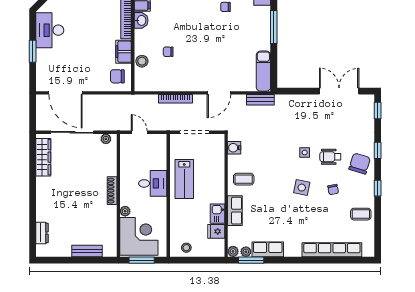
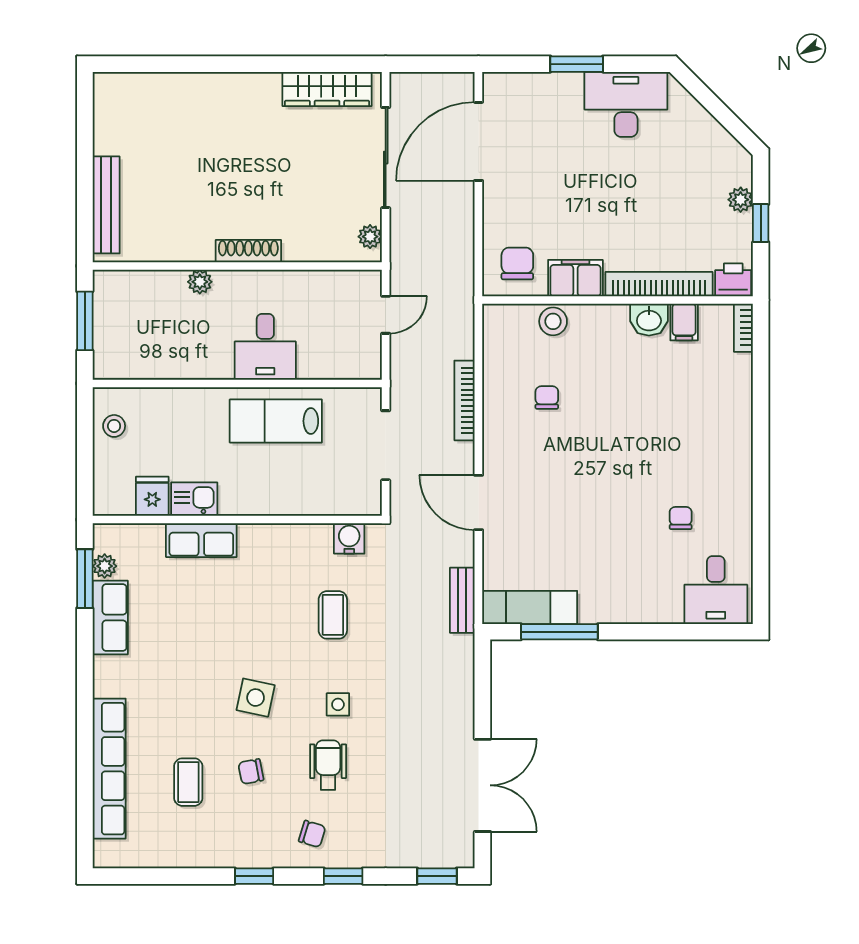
window: (274, 27) -> (559, 632), moved
chair: (168, 52) -> (547, 398), moved
chair: (360, 164) -> (312, 834), width x0.54, depth x0.54
coffee table: (244, 179) -> (333, 615), moved
coffee table: (361, 214) -> (188, 782), moved
dresser: (42, 233) -> (149, 86), removed
corner desk: (139, 236) -> (141, 314), removed
bench: (87, 251) -> (106, 205), width x1.36
plant: (233, 251) -> (105, 536), removed

